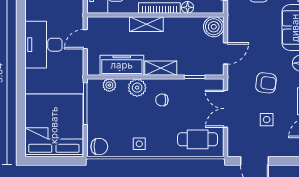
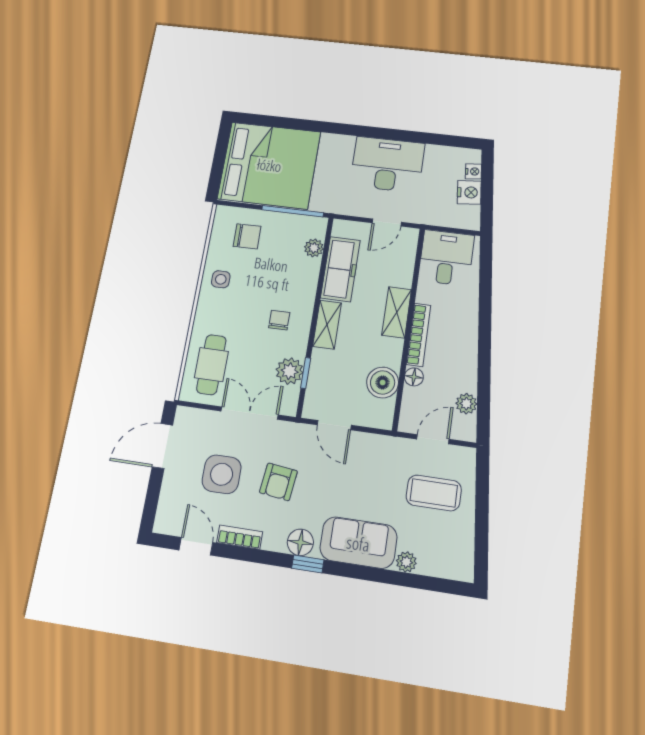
boiler: (214, 27) -> (383, 382), moved
door: (85, 39) -> (387, 222), swing flipped
plant: (137, 88) -> (290, 371), moved
side table: (267, 120) -> (222, 474), width x1.87, depth x1.87
chair: (99, 147) -> (247, 236), moved, turned -91

